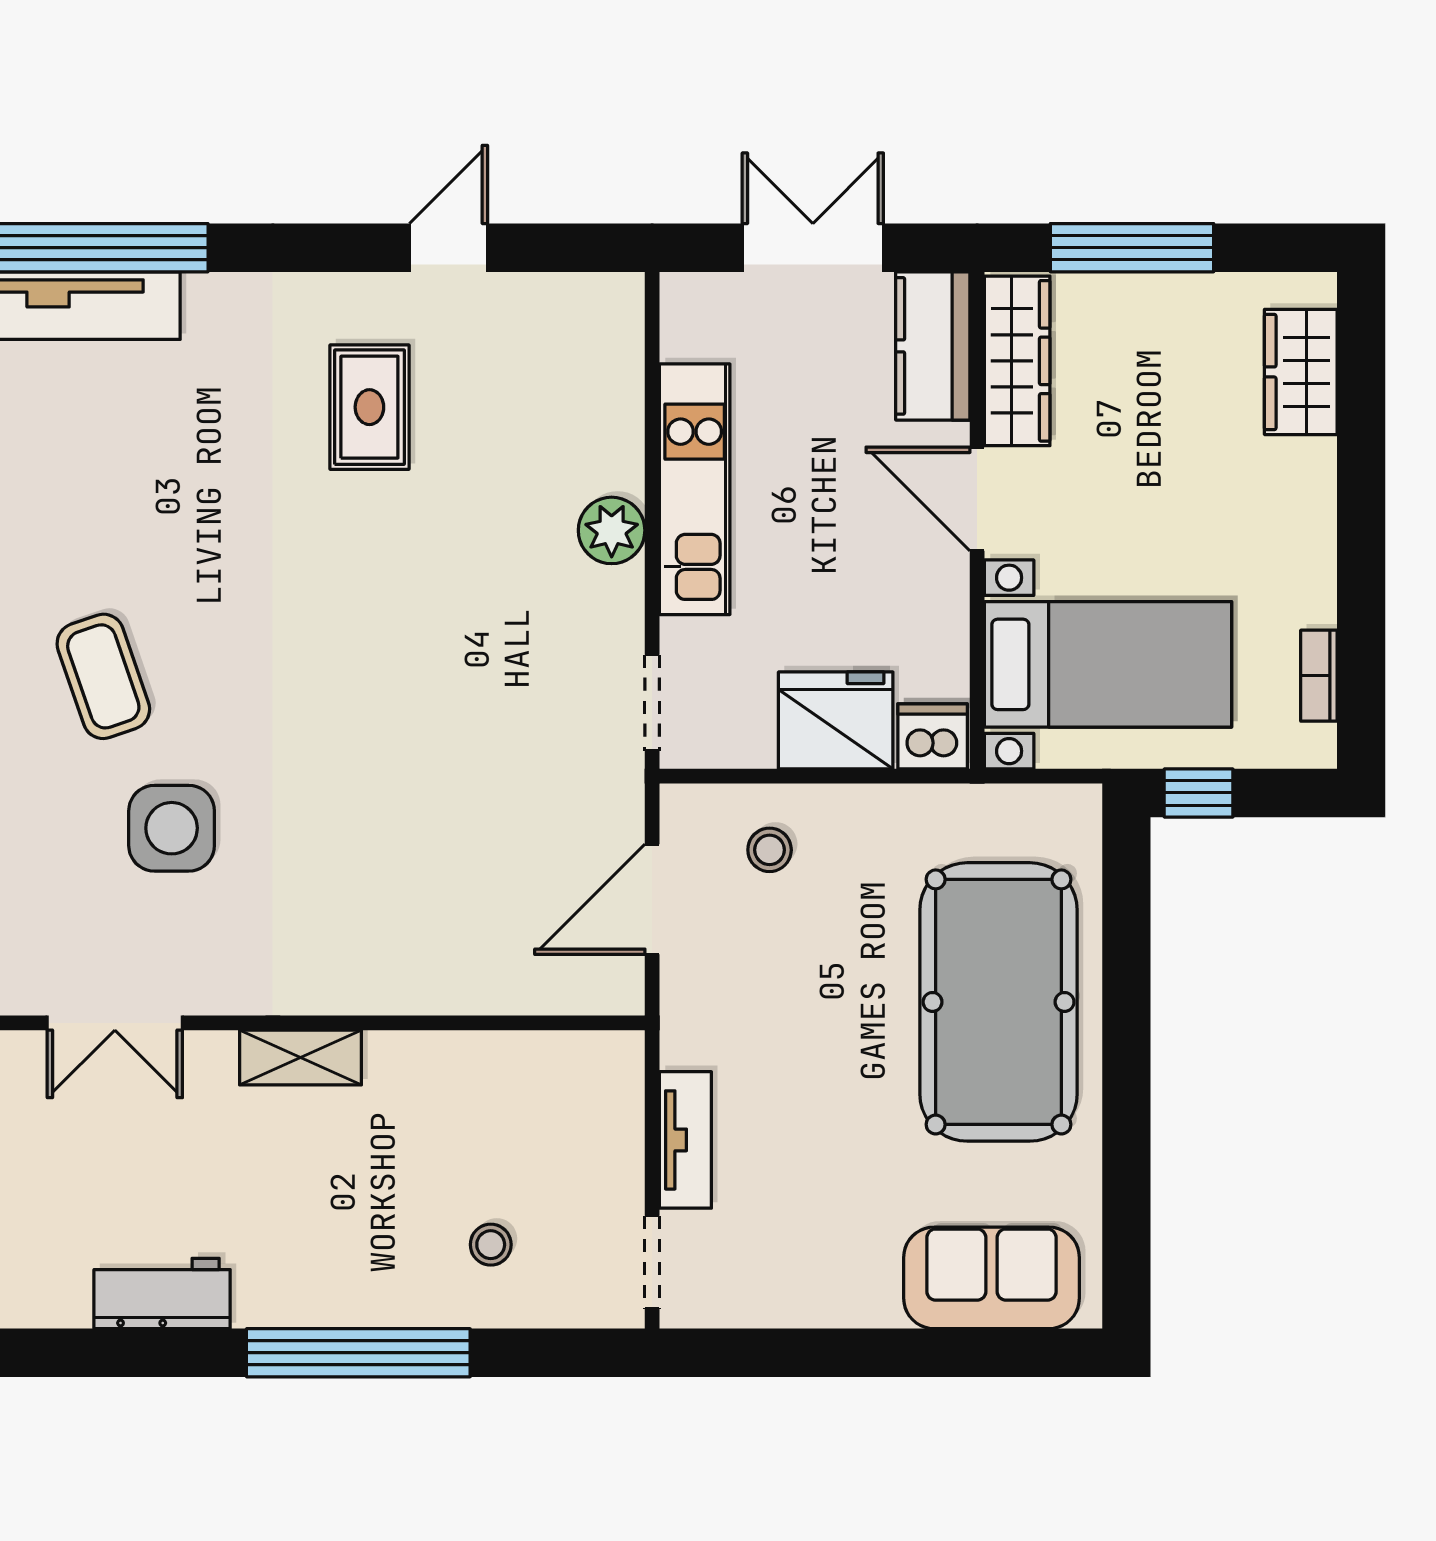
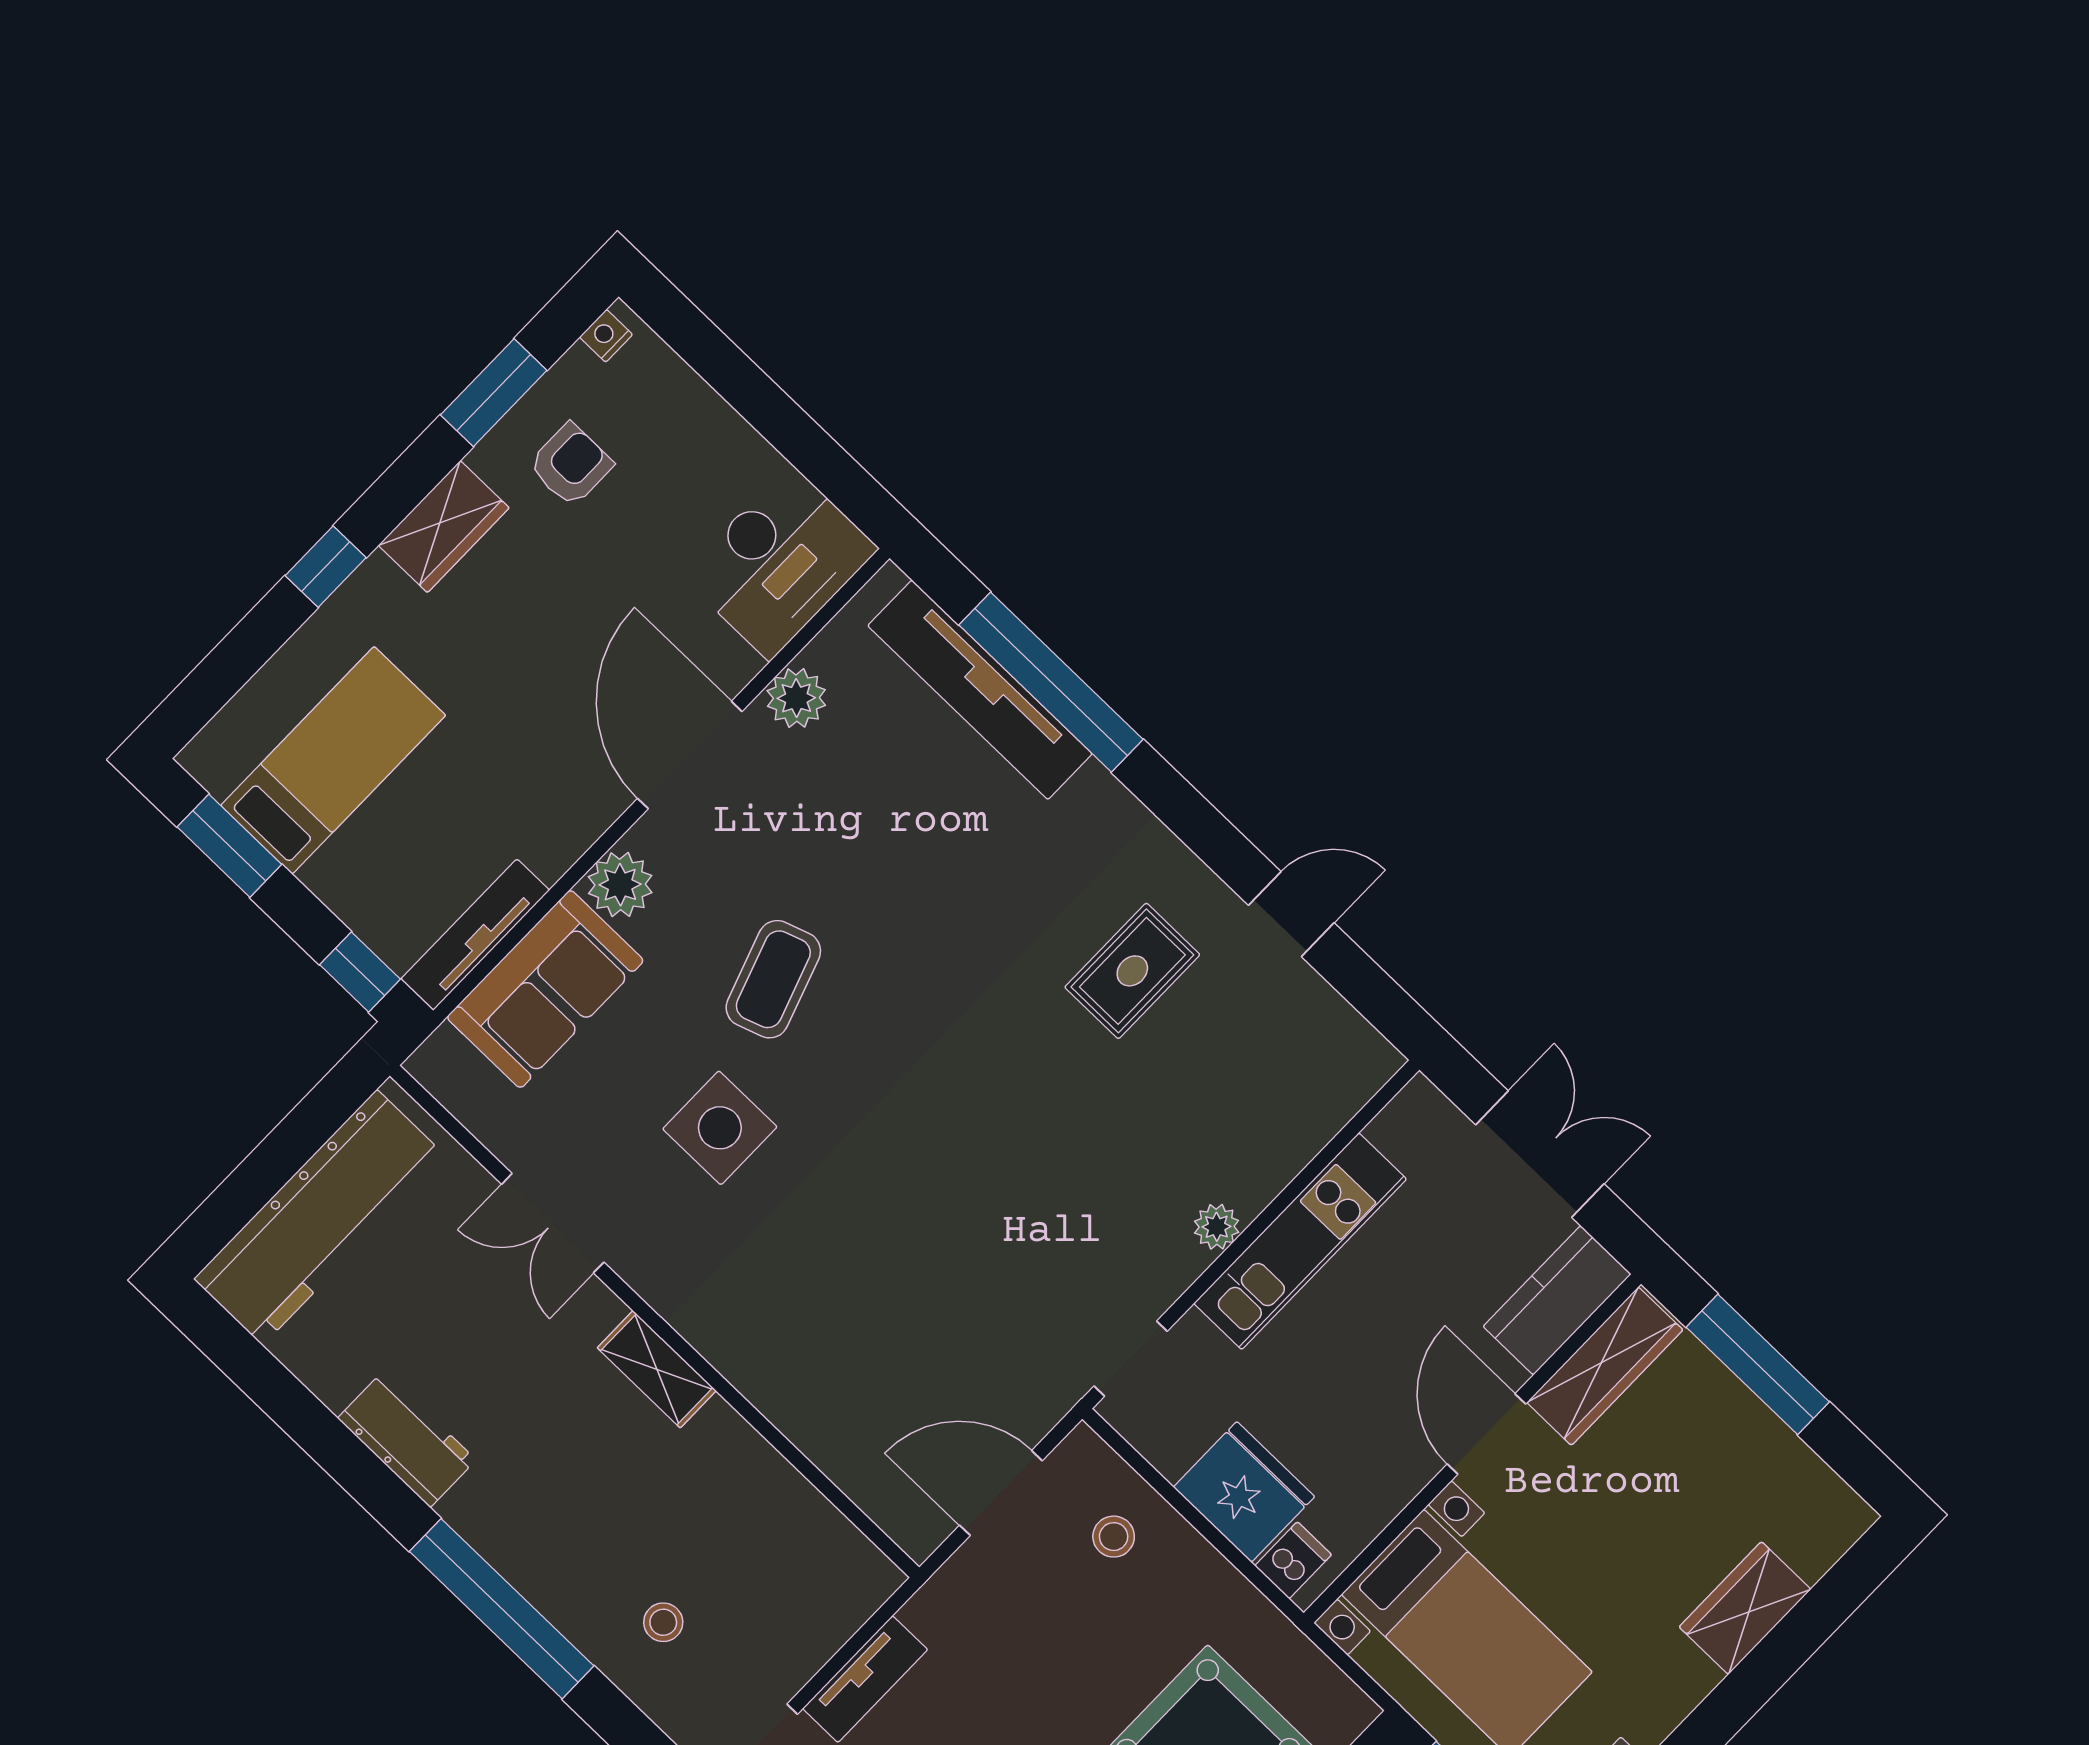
wardrobe: (1301, 372) -> (1745, 1608), moved
plant: (612, 530) -> (1217, 1227), width x0.73, depth x0.73
dishwasher: (933, 736) -> (1293, 1560), width x0.73

